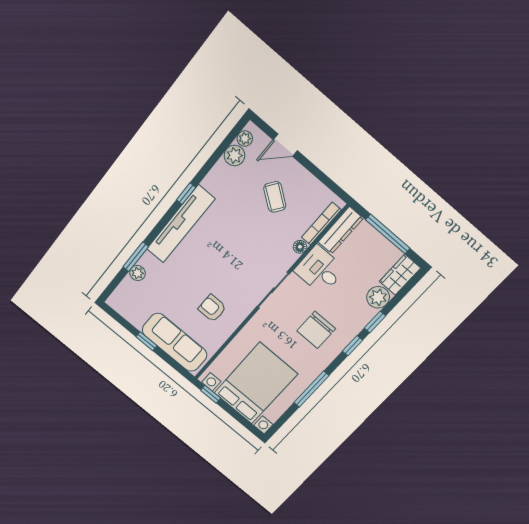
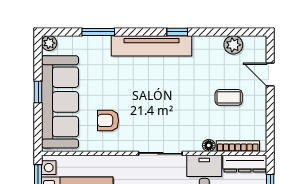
plant: (245, 139) -> (251, 42), removed
coffee table: (275, 197) -> (229, 97), turned 54
plant: (137, 273) -> (49, 43), moved
armchair: (212, 308) -> (108, 120), turned -90
sofa: (175, 342) -> (60, 102), width x1.36, depth x1.27

